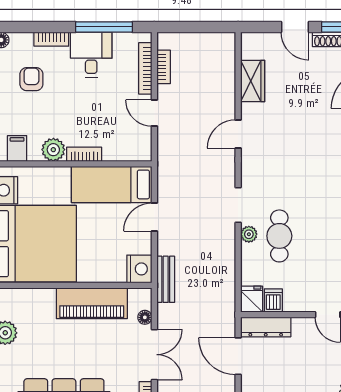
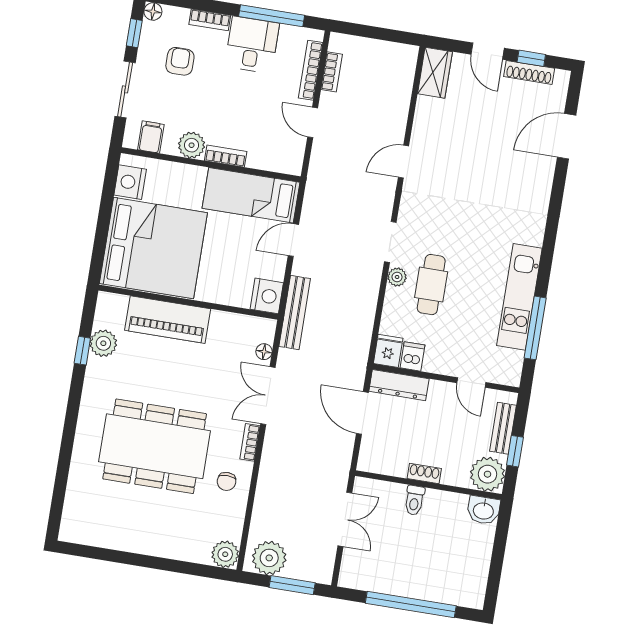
wardrobe: (253, 81) -> (435, 73), moved
bench: (166, 279) -> (295, 313), width x1.36
piano: (92, 303) -> (168, 320), moved
double door: (154, 355) -> (268, 396), swing flipped

